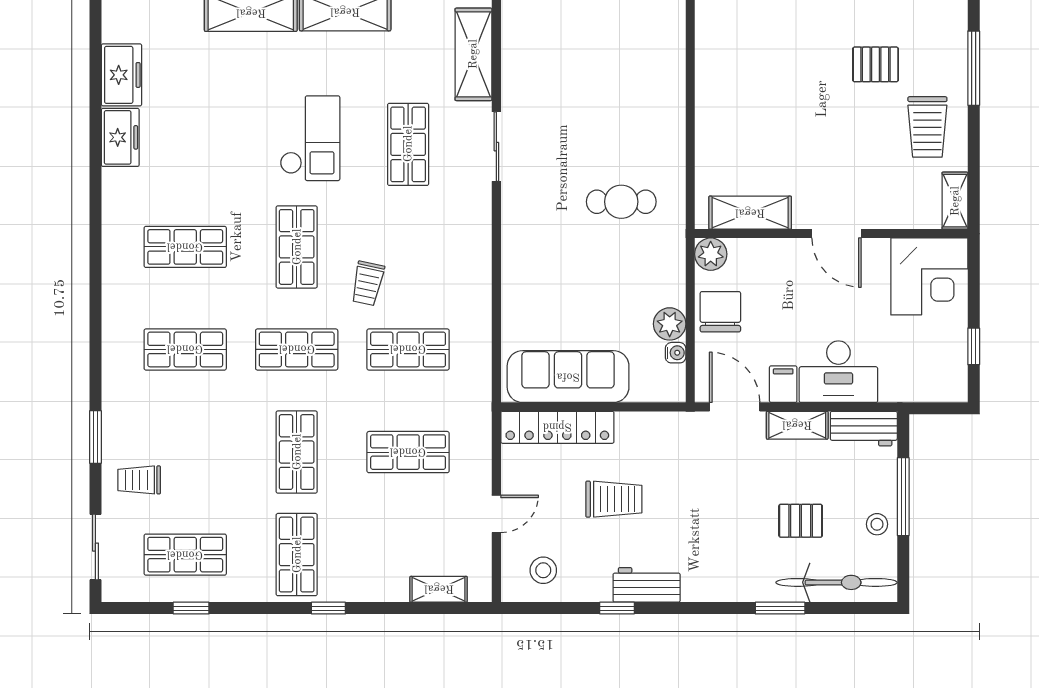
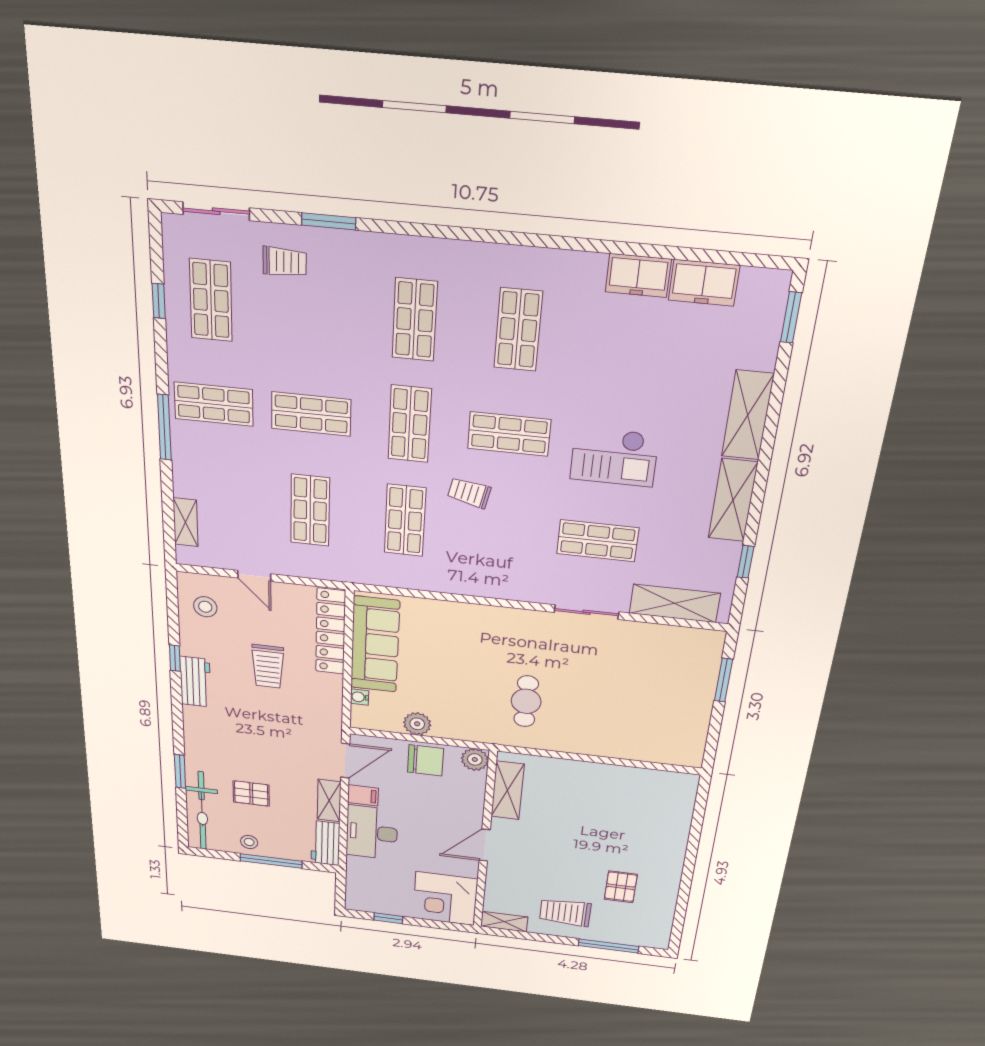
water cooler: (676, 353) -> (359, 697), moved, turned 90
trolley: (139, 480) -> (285, 262), turned 90
pallet: (801, 521) -> (251, 793), turned 90
window: (328, 608) -> (164, 427), width x2.17

